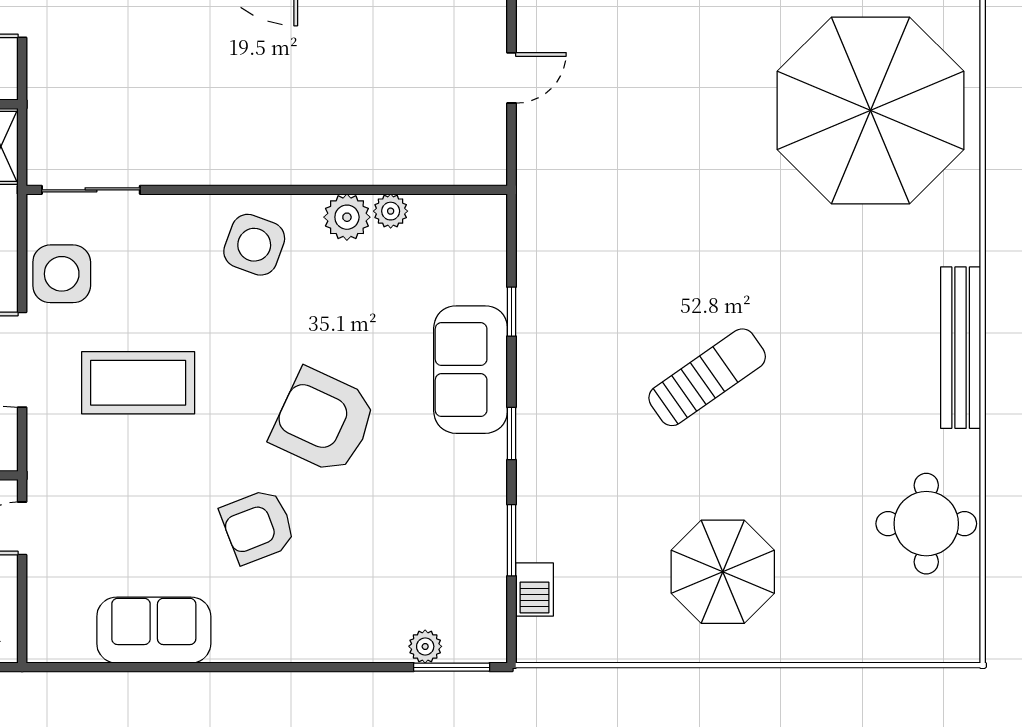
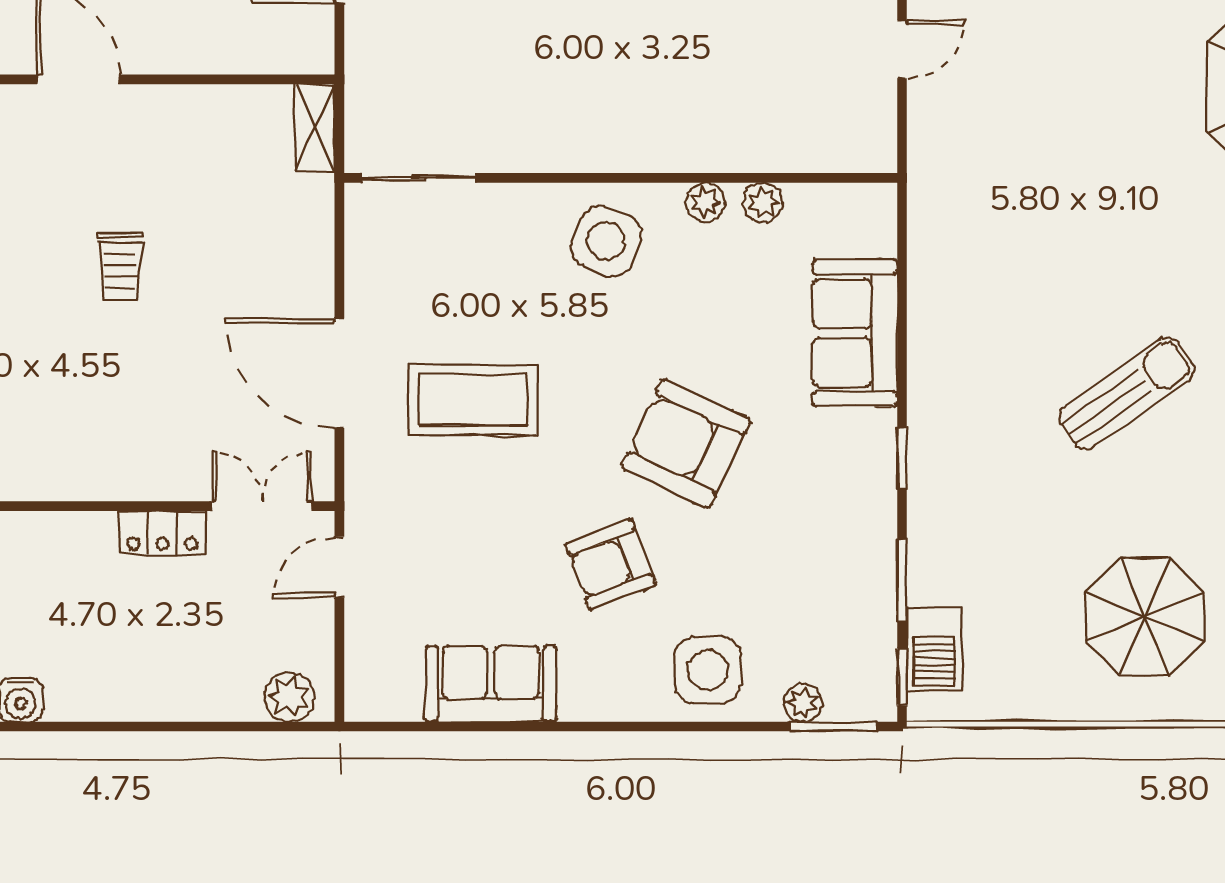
plant: (347, 217) -> (706, 202), width x0.73, depth x0.73
side table: (62, 274) -> (708, 670), moved
window: (512, 312) -> (902, 677), moved
sofa: (471, 370) -> (855, 333), moved
barbecue: (535, 590) -> (934, 649), width x1.38, depth x1.27

